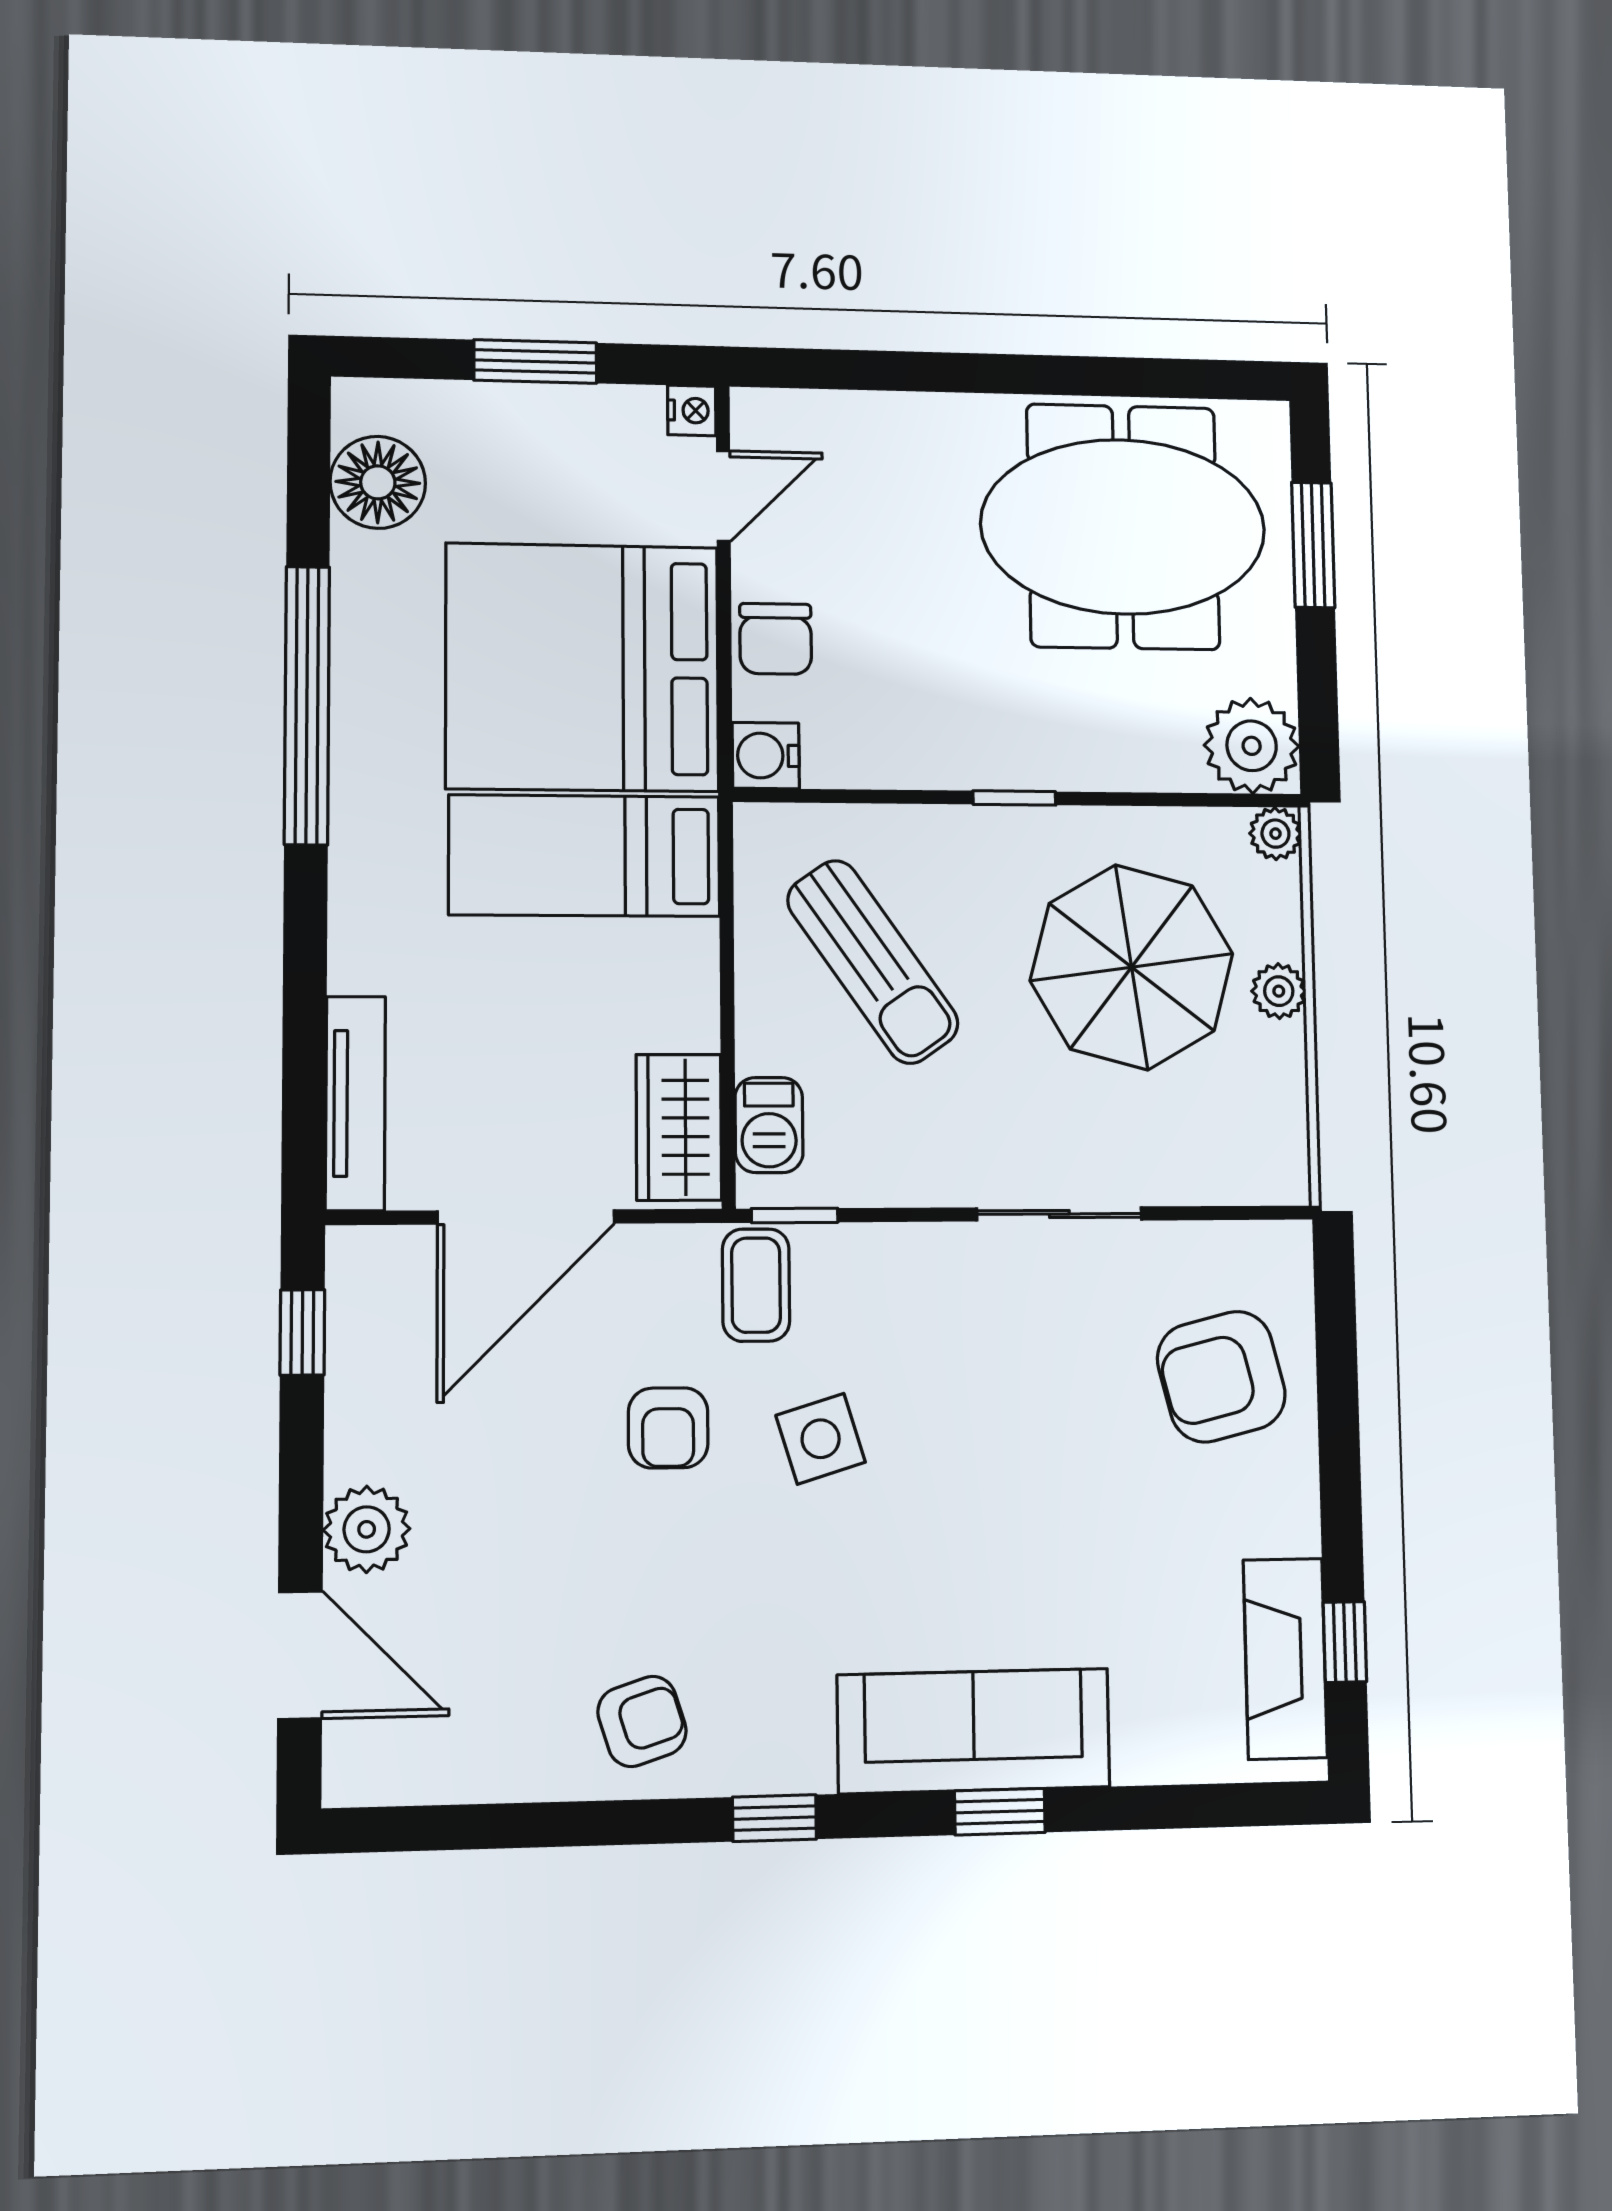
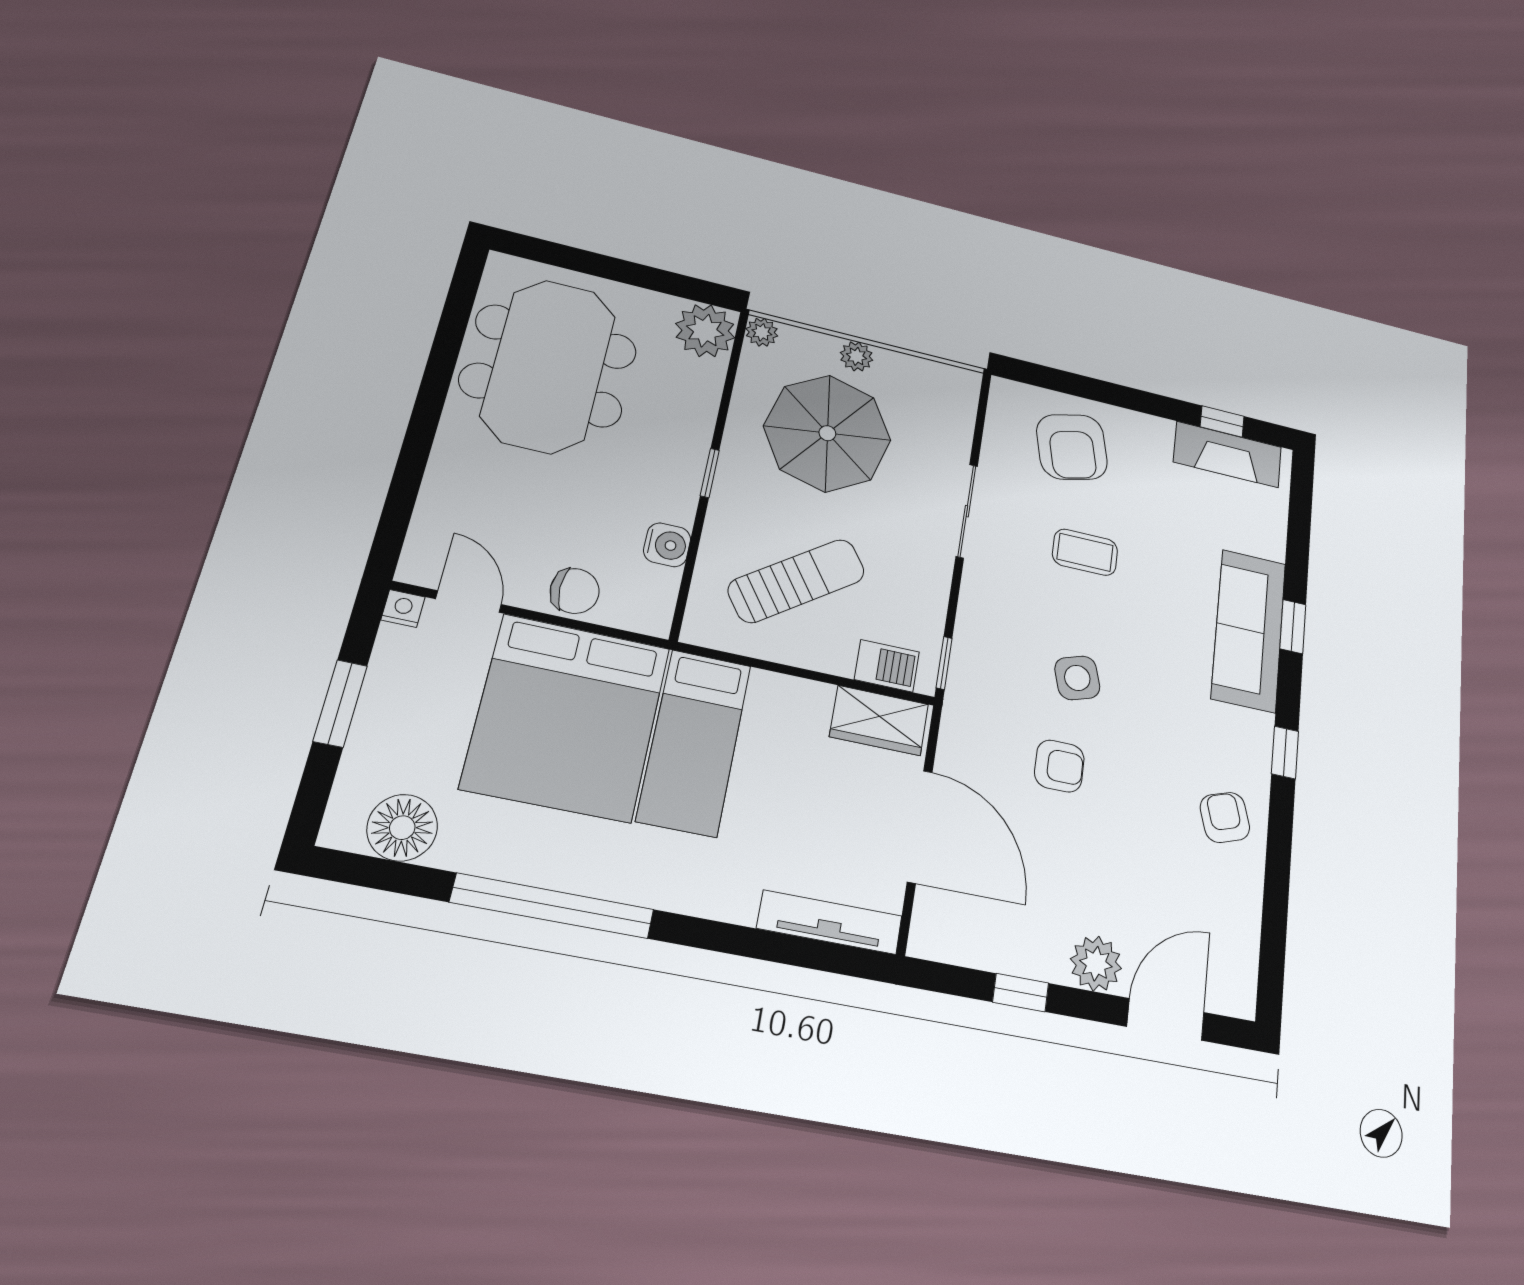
window: (1313, 545) -> (586, 262), removed
water cooler: (766, 756) -> (667, 545), moved, turned -90
coffee table: (756, 1285) -> (1085, 552), moved
window: (302, 1332) -> (1021, 993), moved

